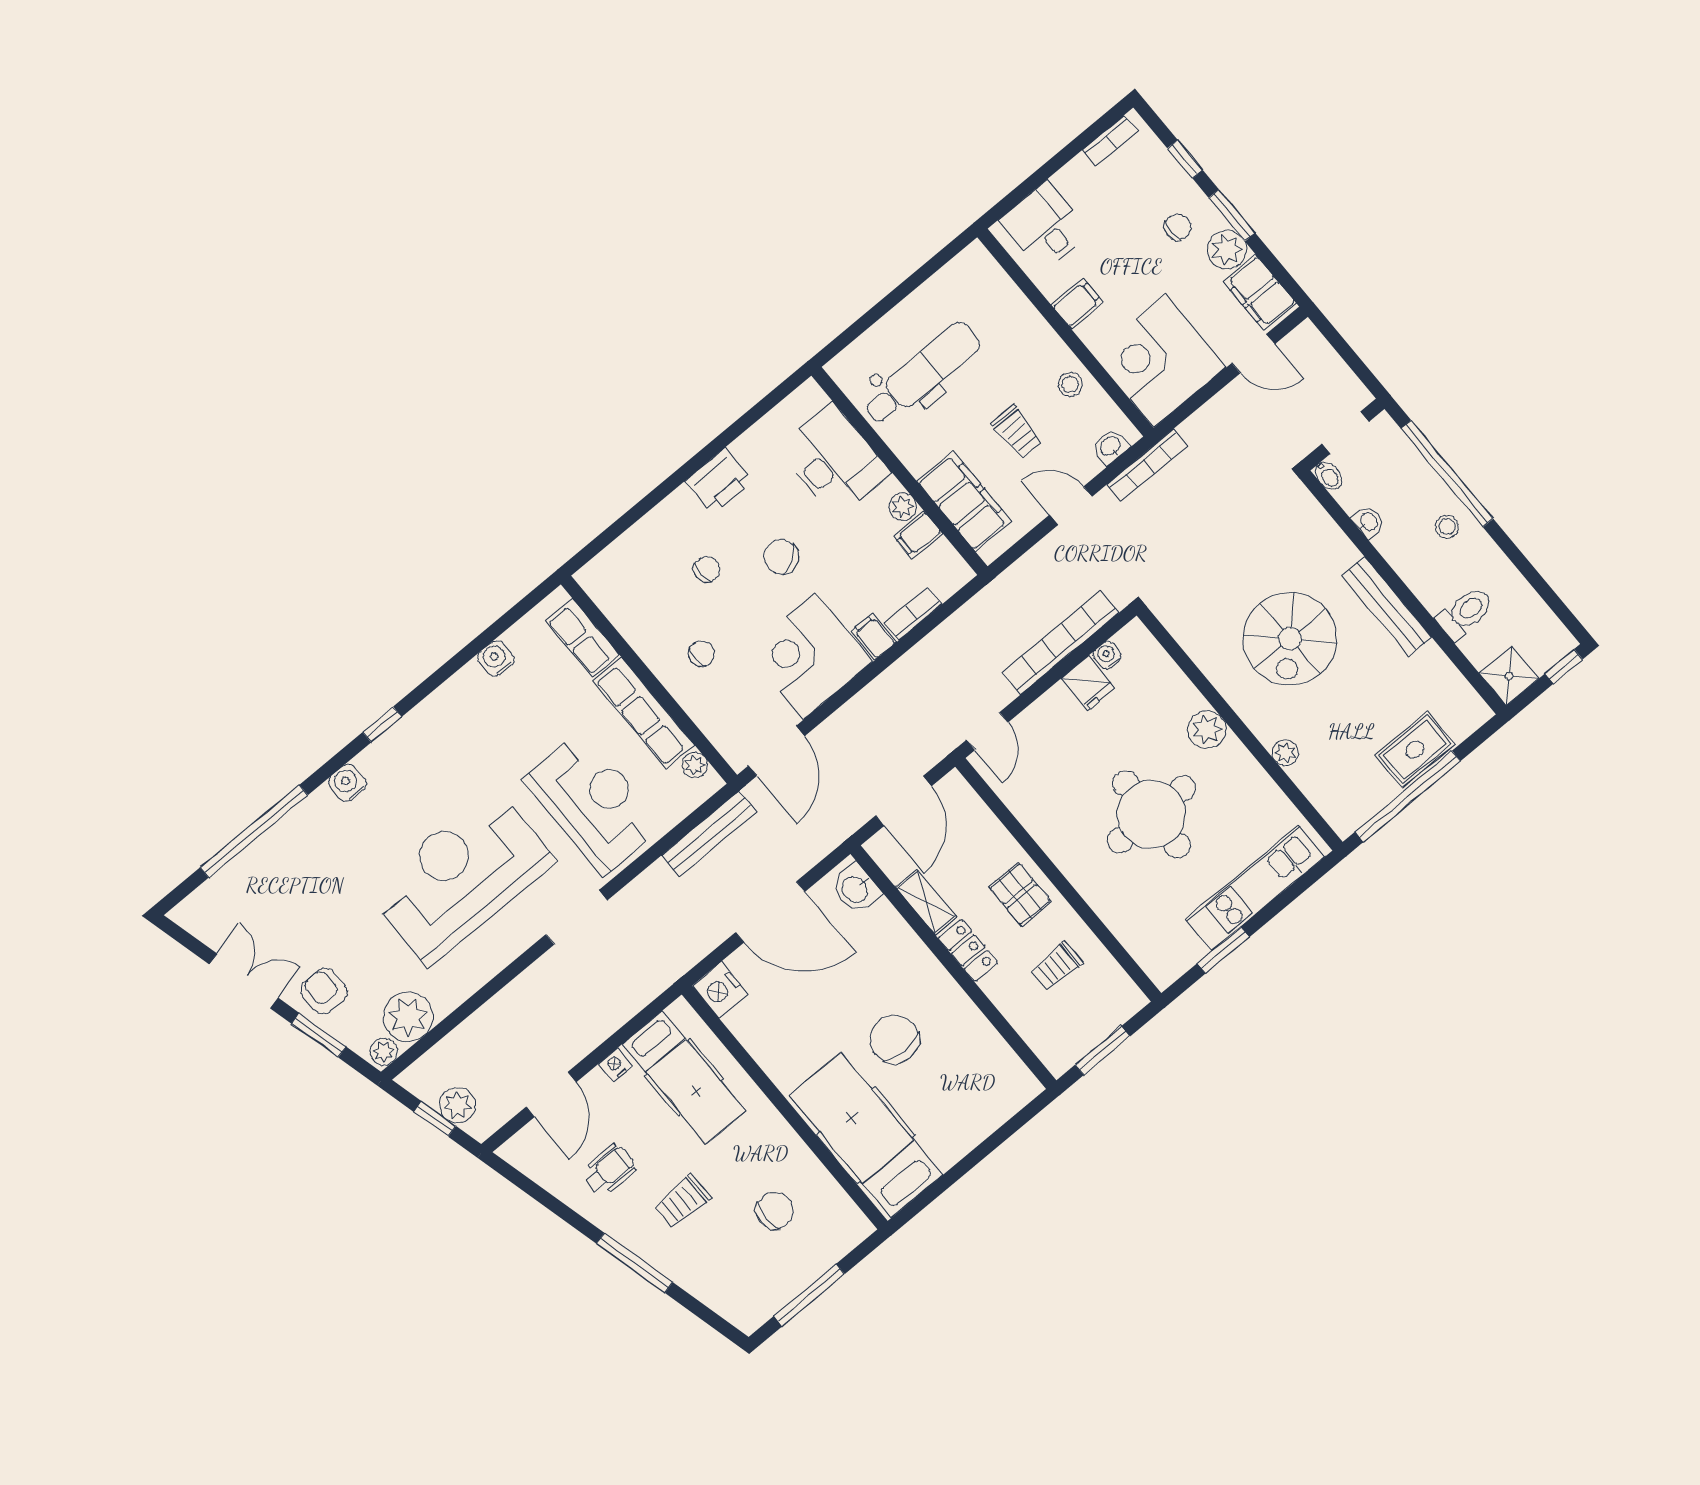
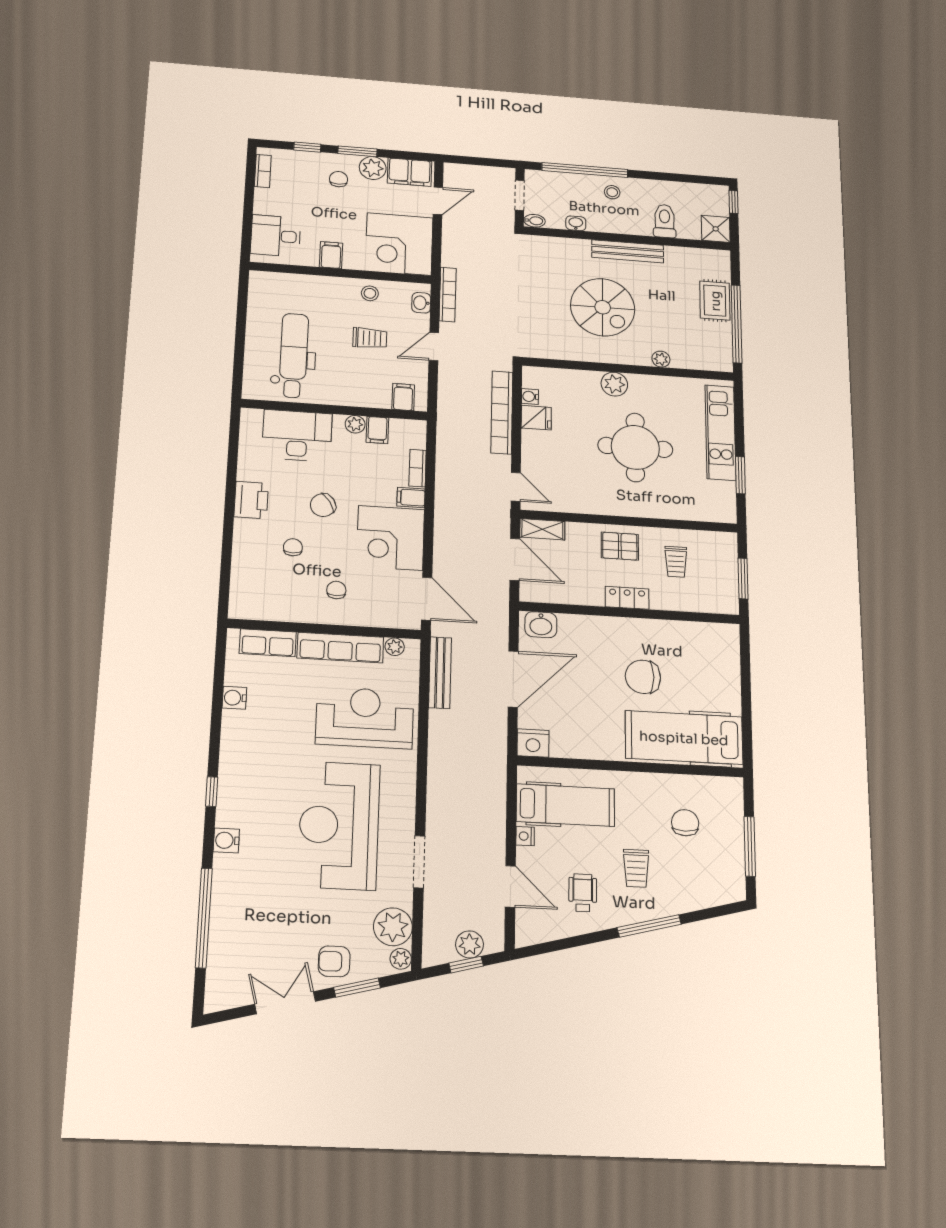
filing cabinet: (964, 501) -> (403, 397), width x0.33, depth x0.86
shelving: (926, 902) -> (542, 529), moved
doorway: (577, 917) -> (419, 862), moved

